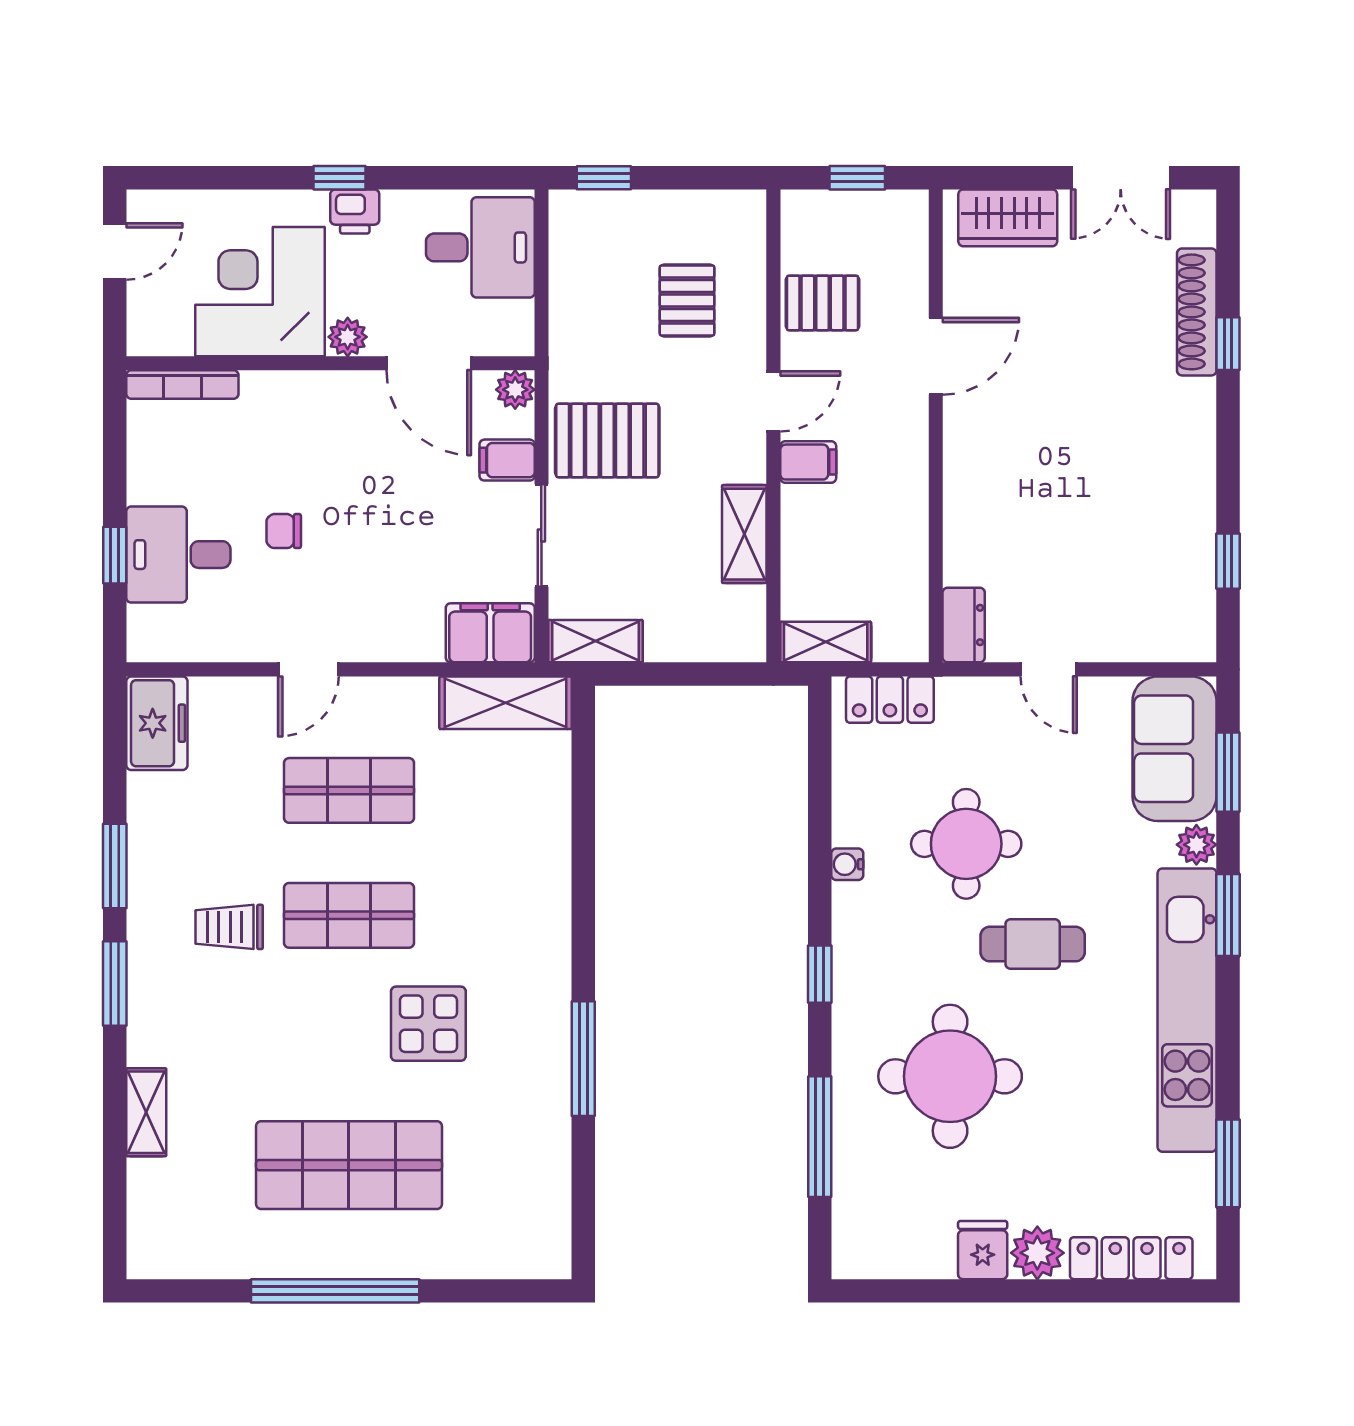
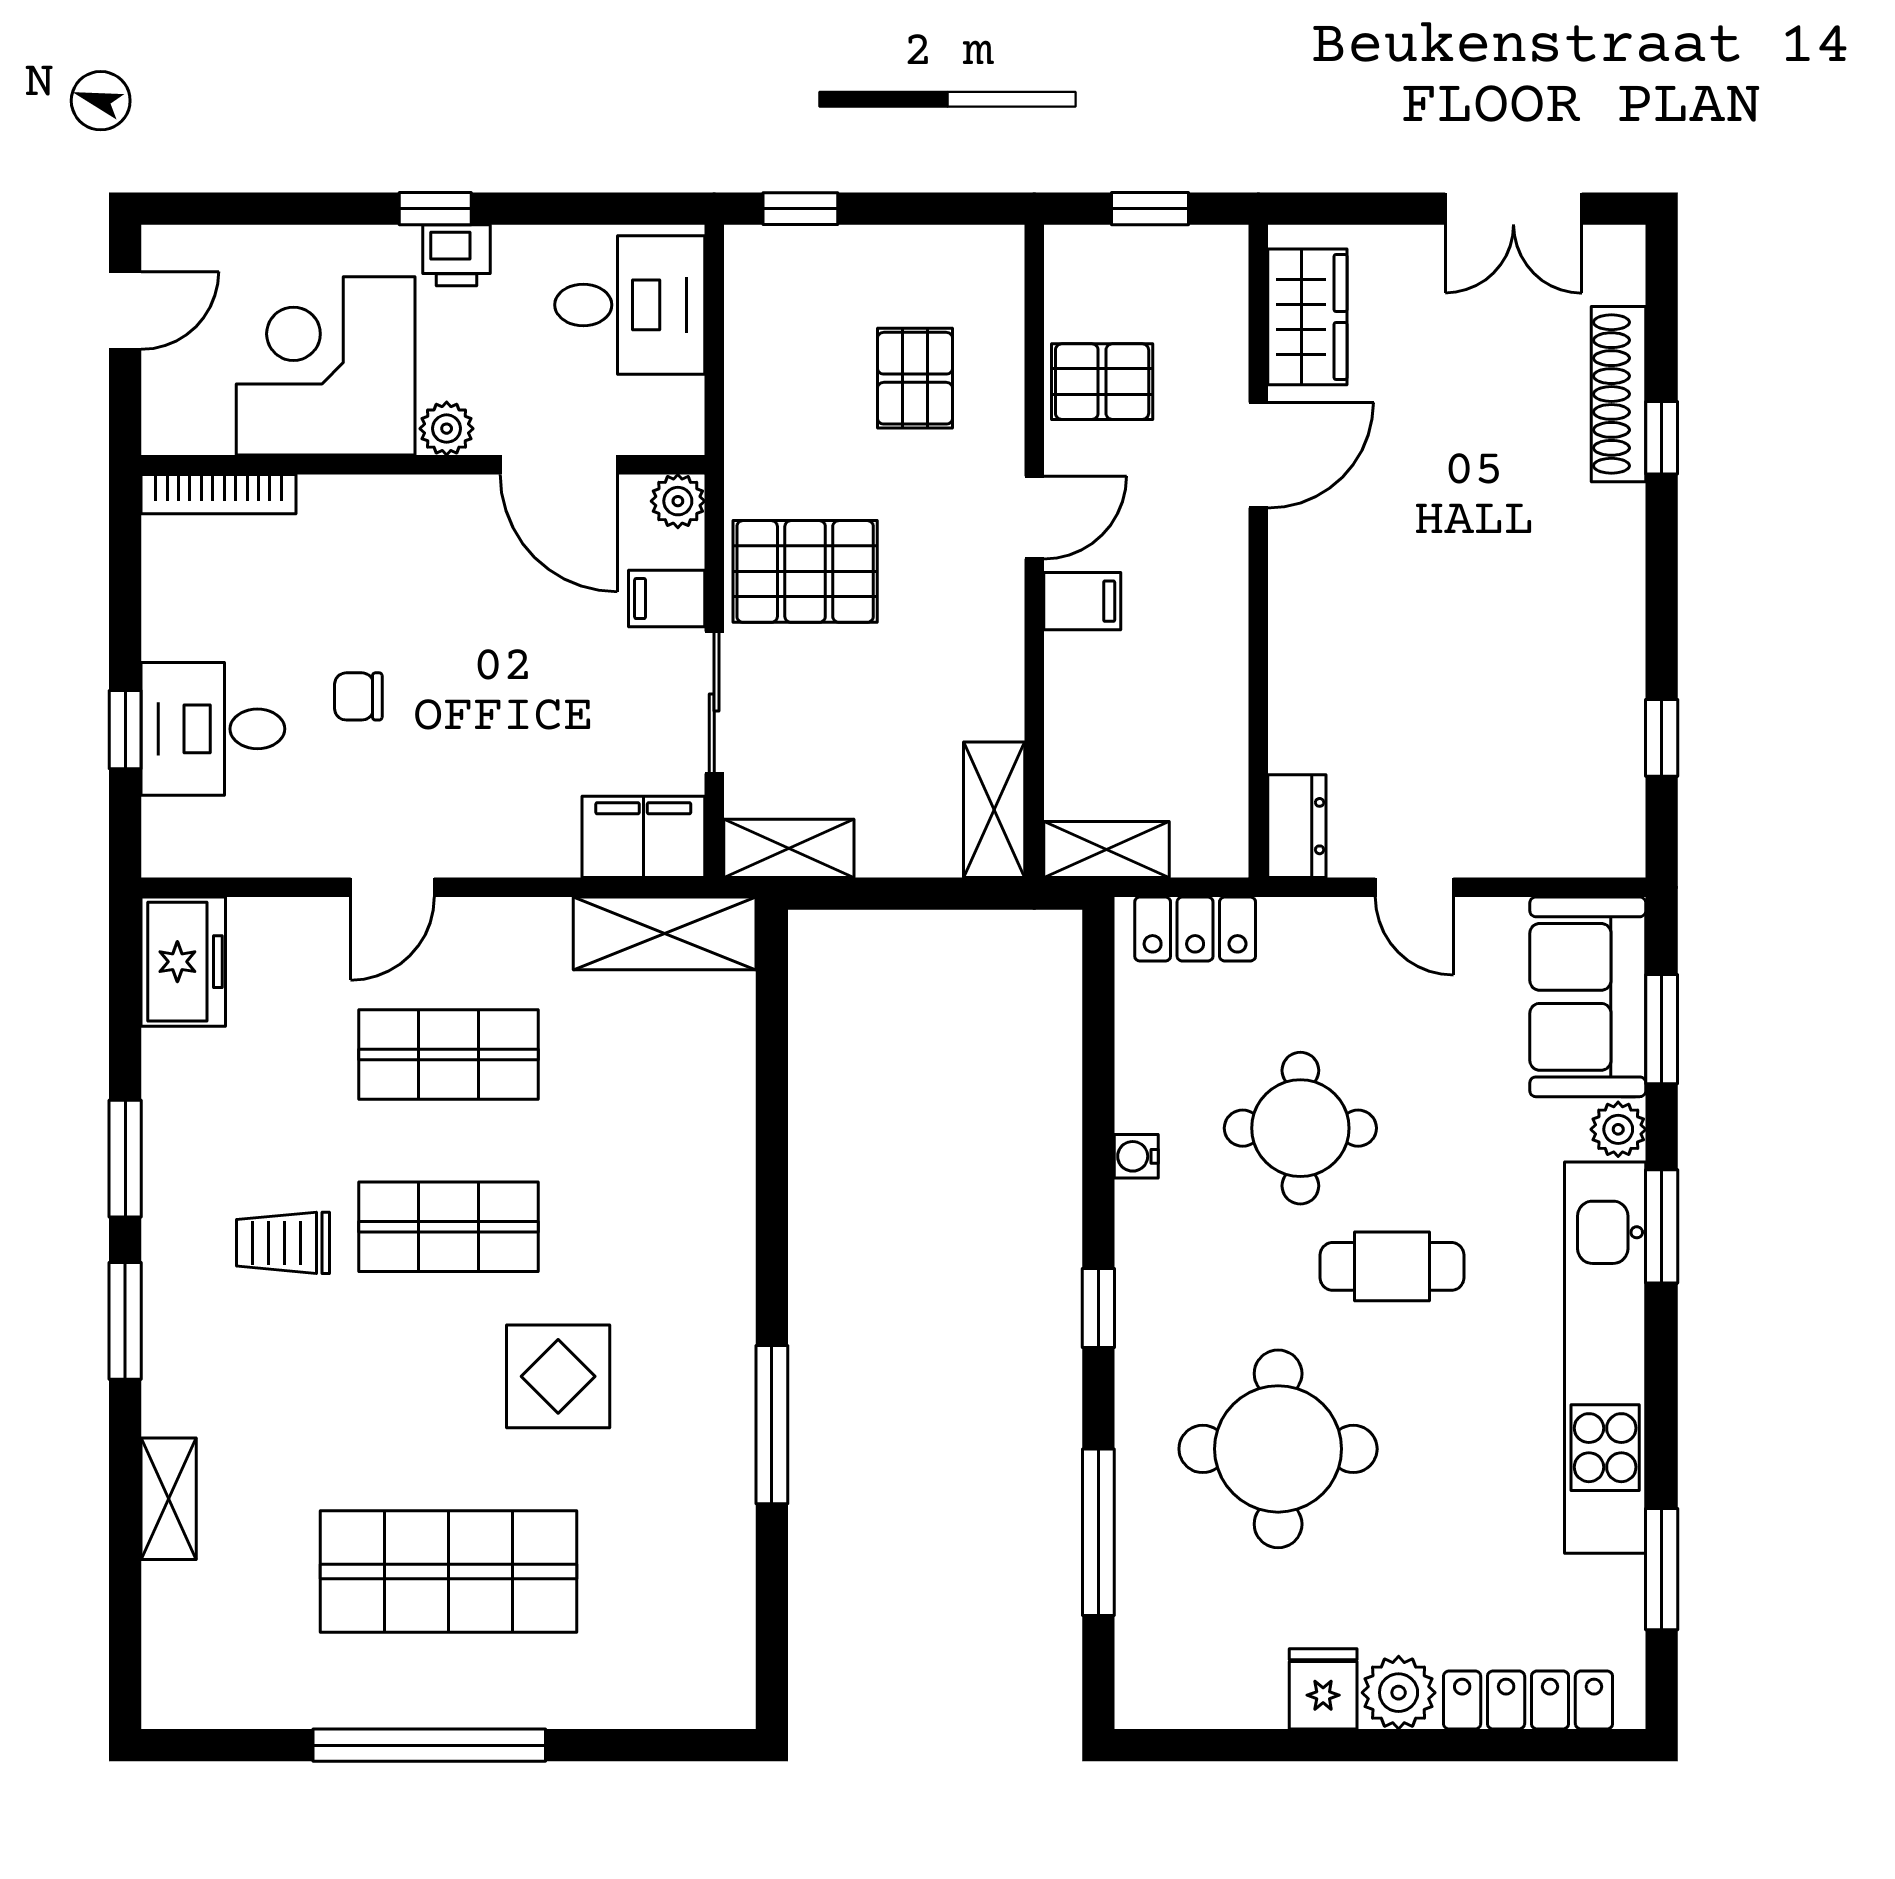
wardrobe: (1008, 218) -> (1307, 317), moved, turned -90
shelving: (744, 534) -> (994, 810), moved

